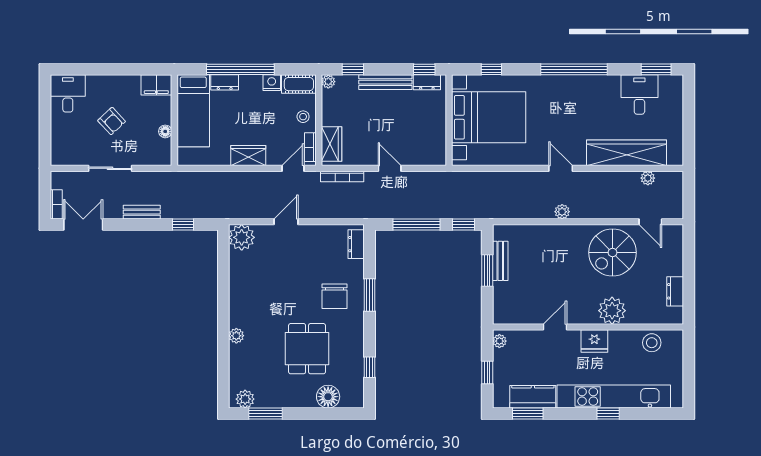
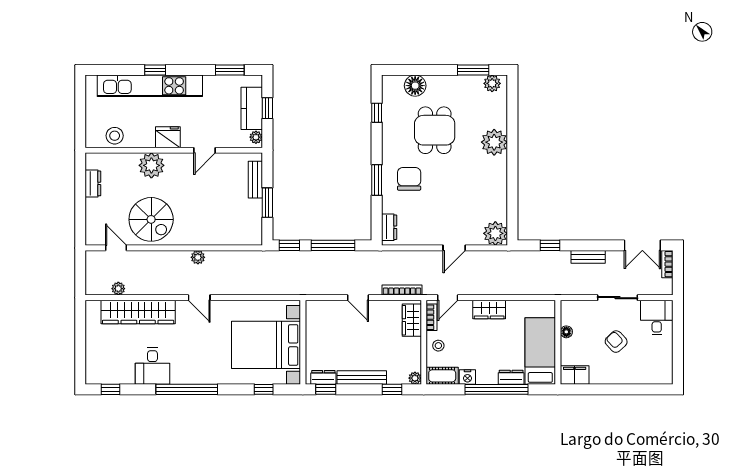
window: (656, 69) -> (110, 389), width x0.67
desk: (68, 93) -> (657, 317), moved, turned 180
desk: (639, 95) -> (152, 366), moved
spiral stairs: (612, 253) -> (151, 219), turned 90
bench: (500, 261) -> (255, 180), moved
plant: (236, 336) -> (494, 142), width x1.87, depth x1.87
kitchen counter: (533, 397) -> (252, 108), moved, turned 90

